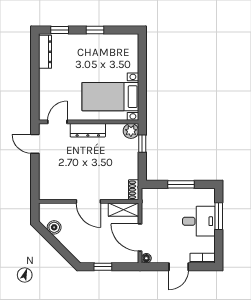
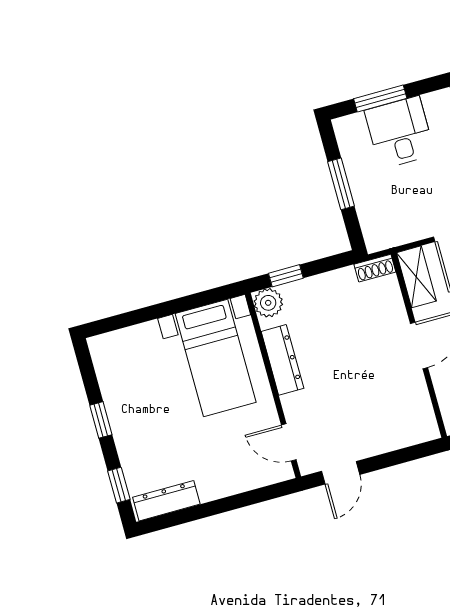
dresser: (88, 130) -> (282, 360), moved

